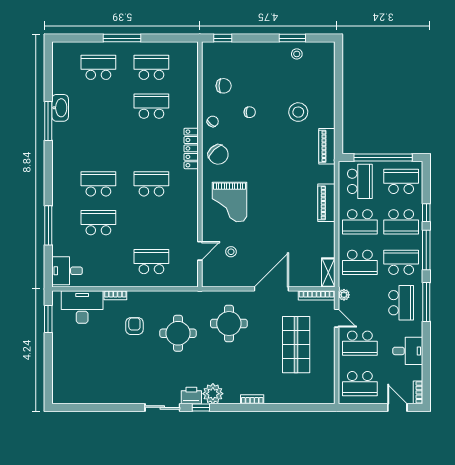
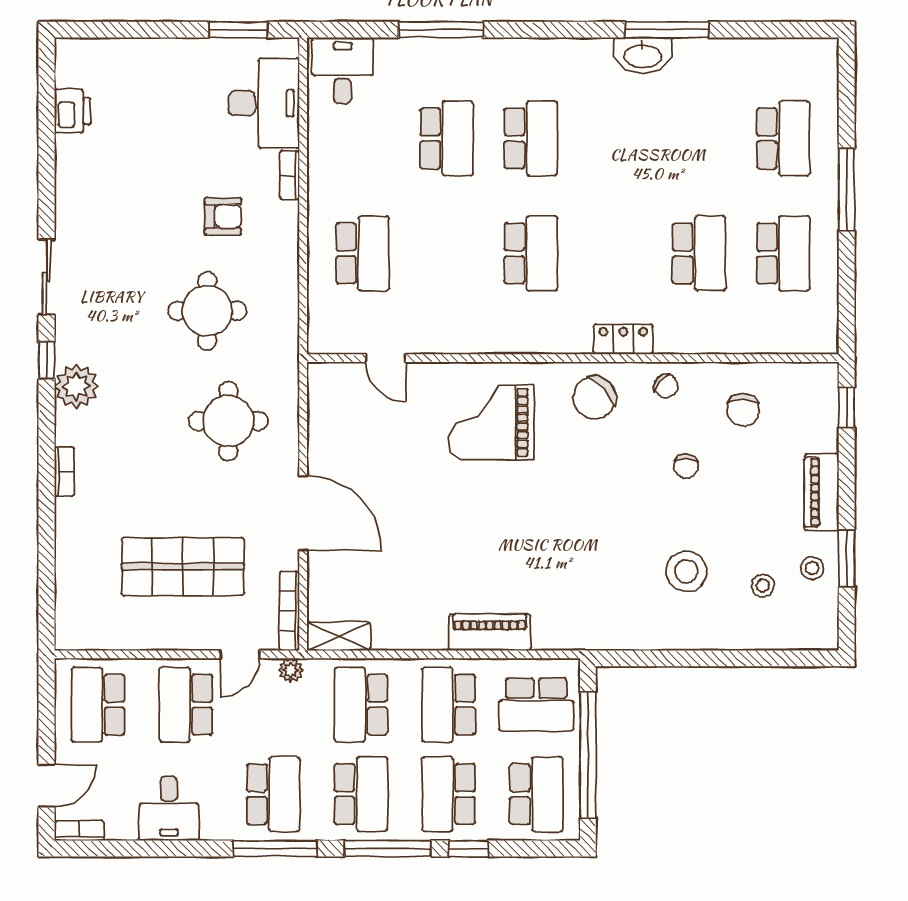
washbasin: (60, 108) -> (643, 55), moved
piano: (327, 146) -> (822, 492), moved, turned -90
locker: (191, 148) -> (623, 339), width x0.66
stool: (231, 252) -> (763, 586), moved
school desk: (401, 303) -> (273, 794), turned -90
printer: (191, 396) -> (72, 111), moved

